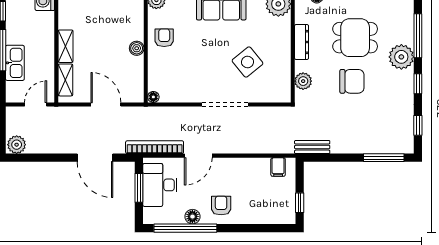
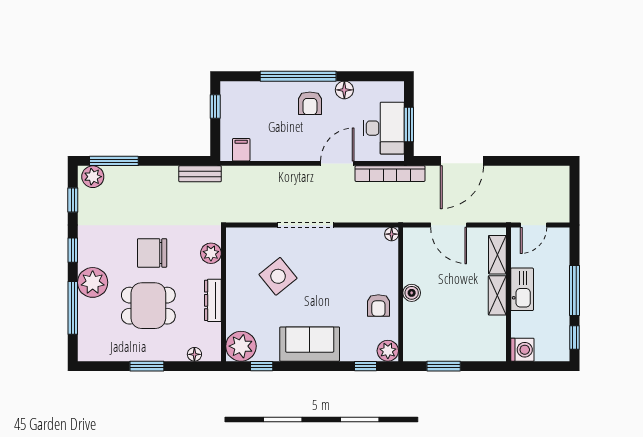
kitchen sink: (15, 63) -> (522, 289), moved, turned 180
plant: (17, 145) -> (93, 177), moved
door: (95, 158) -> (462, 161), swing flipped
window: (185, 228) -> (298, 76), moved

